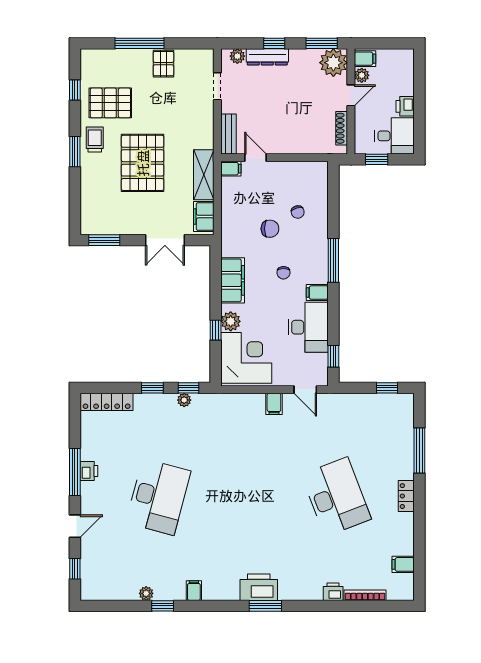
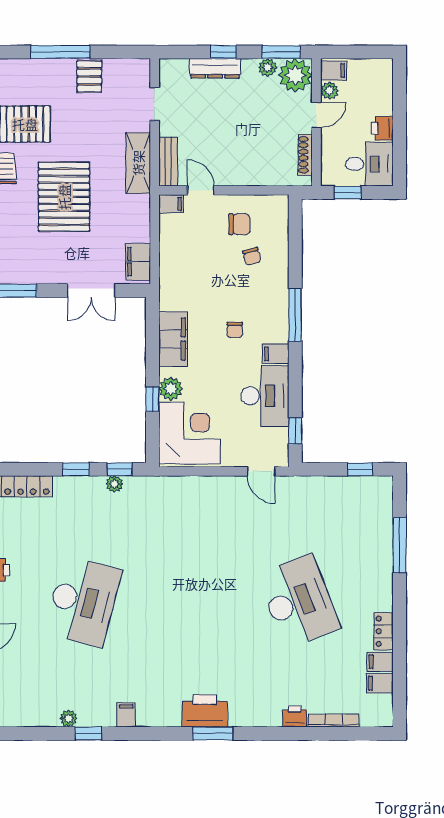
plant: (237, 56) -> (267, 67), moved
shelving: (204, 175) -> (138, 163), moved
chair: (270, 229) -> (239, 224), moved
filing cabinet: (274, 404) -> (380, 662), moved, turned 90
locker: (406, 496) -> (384, 631), moved

